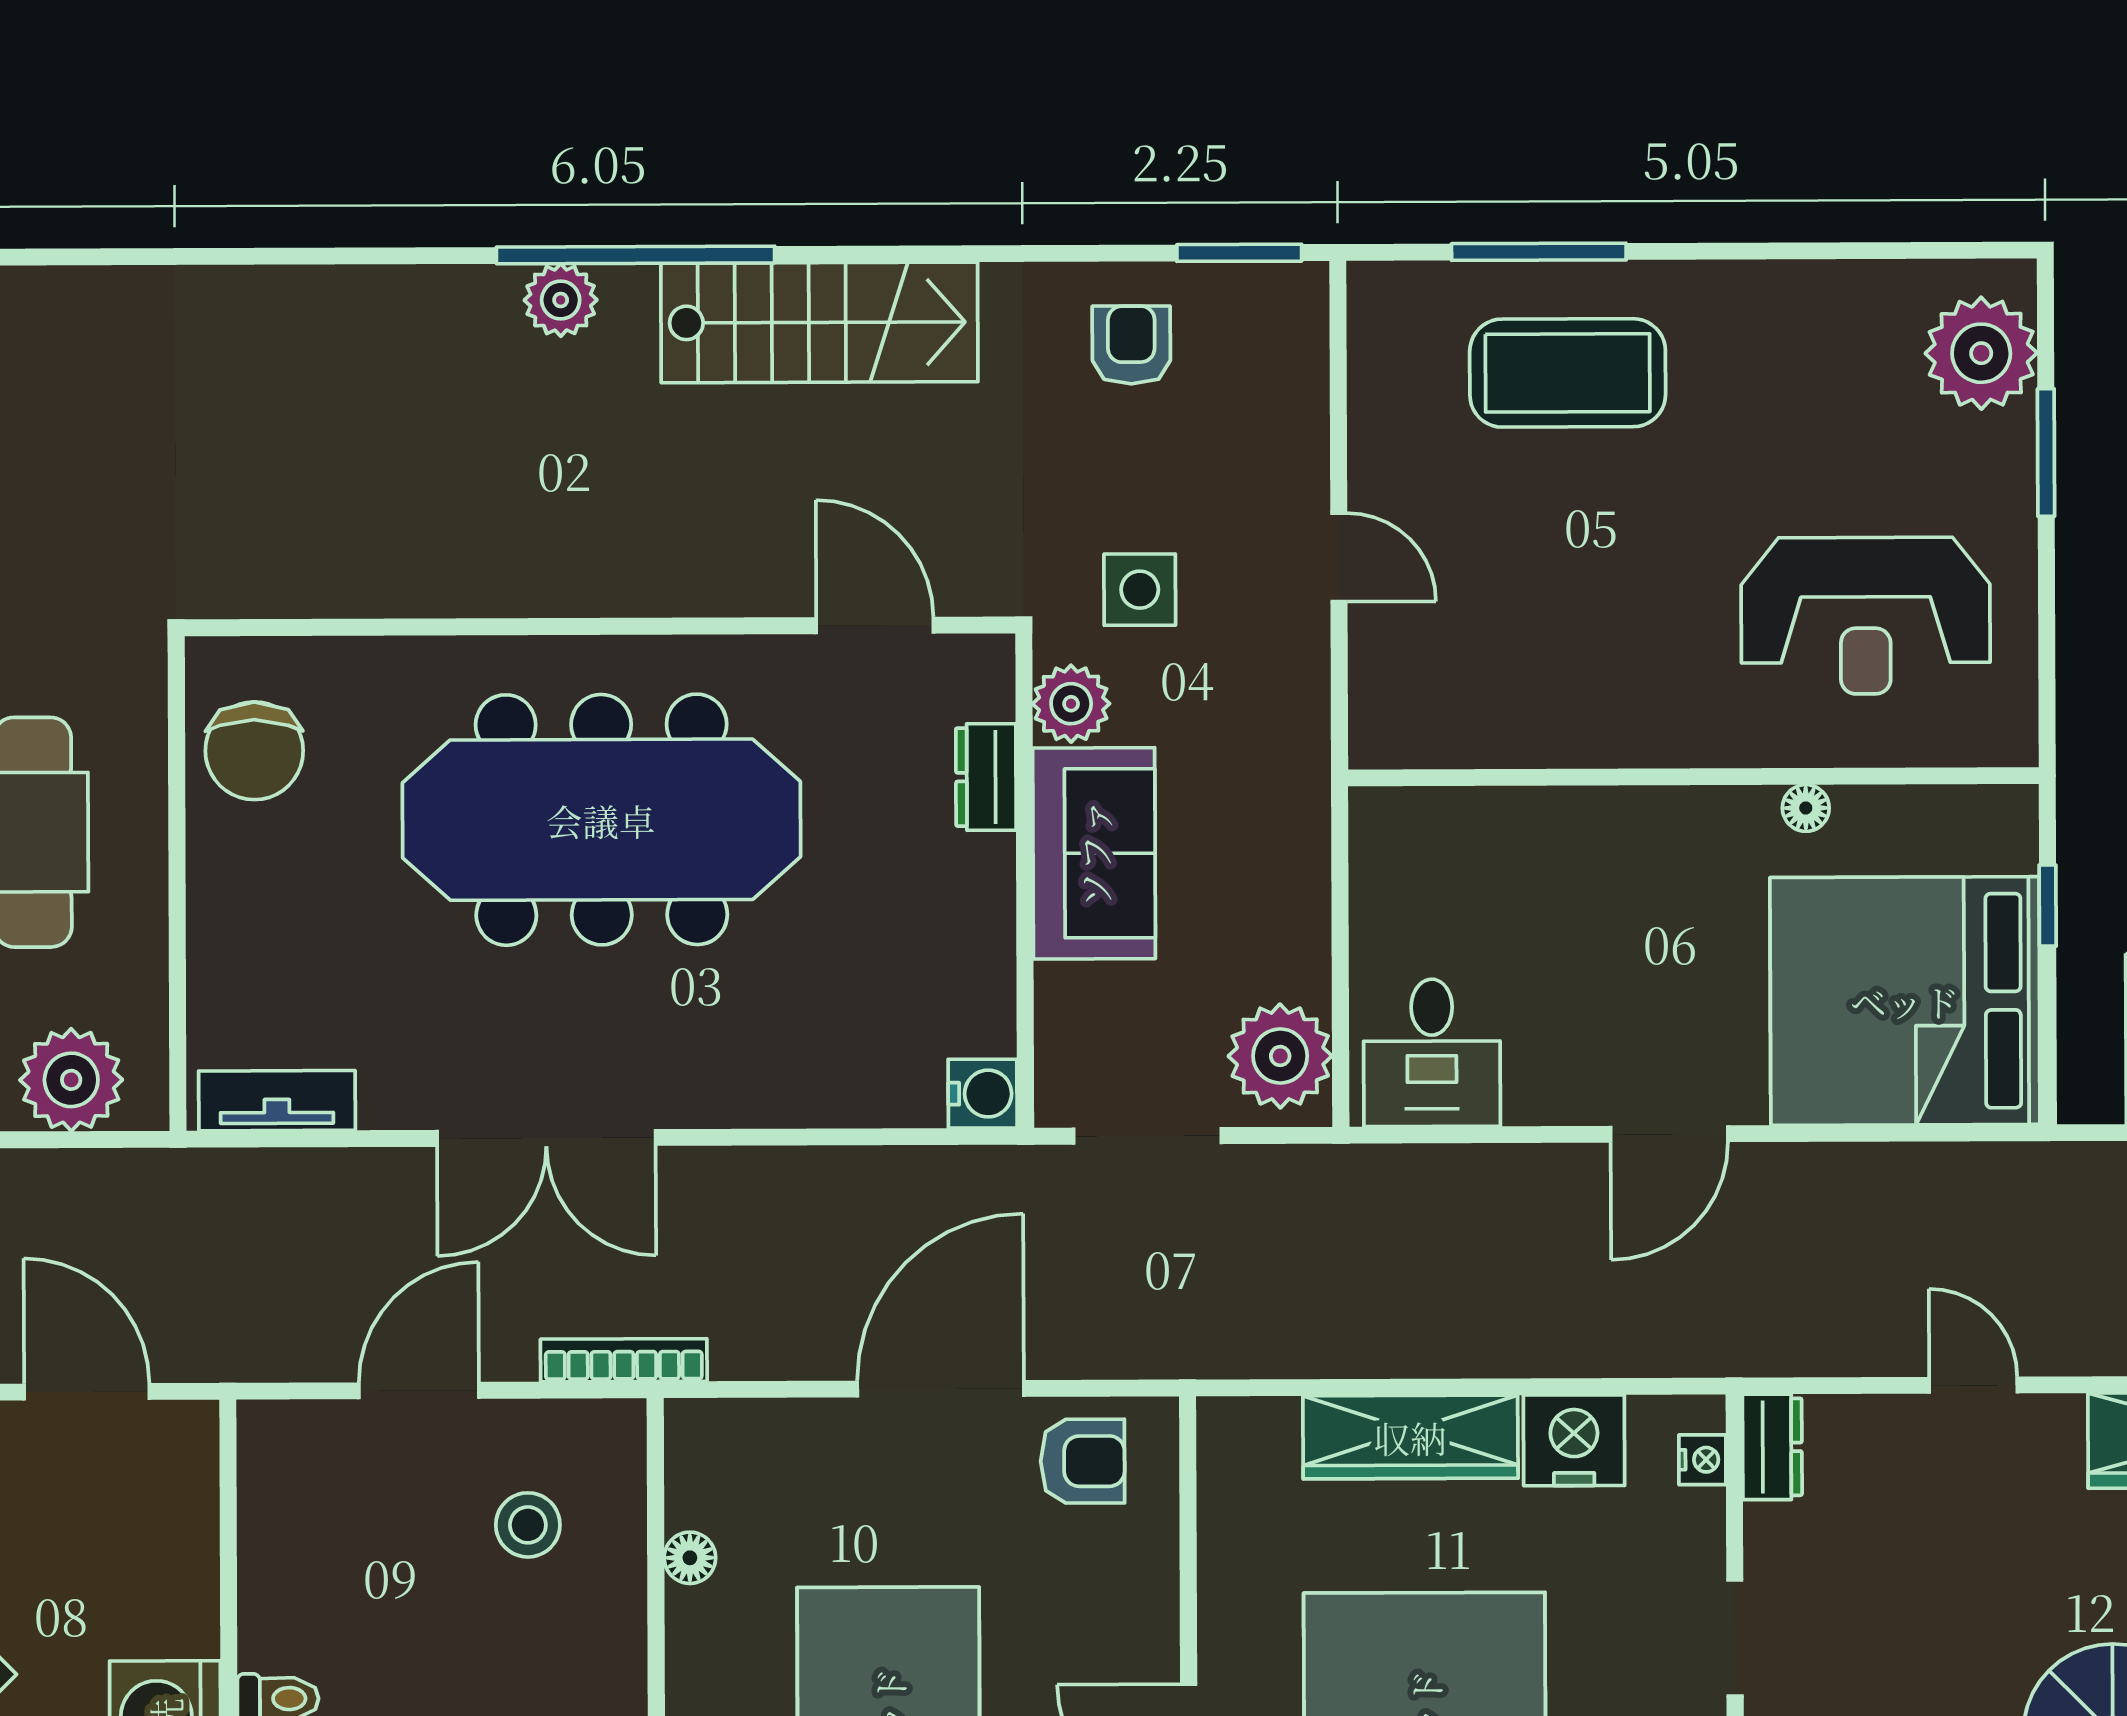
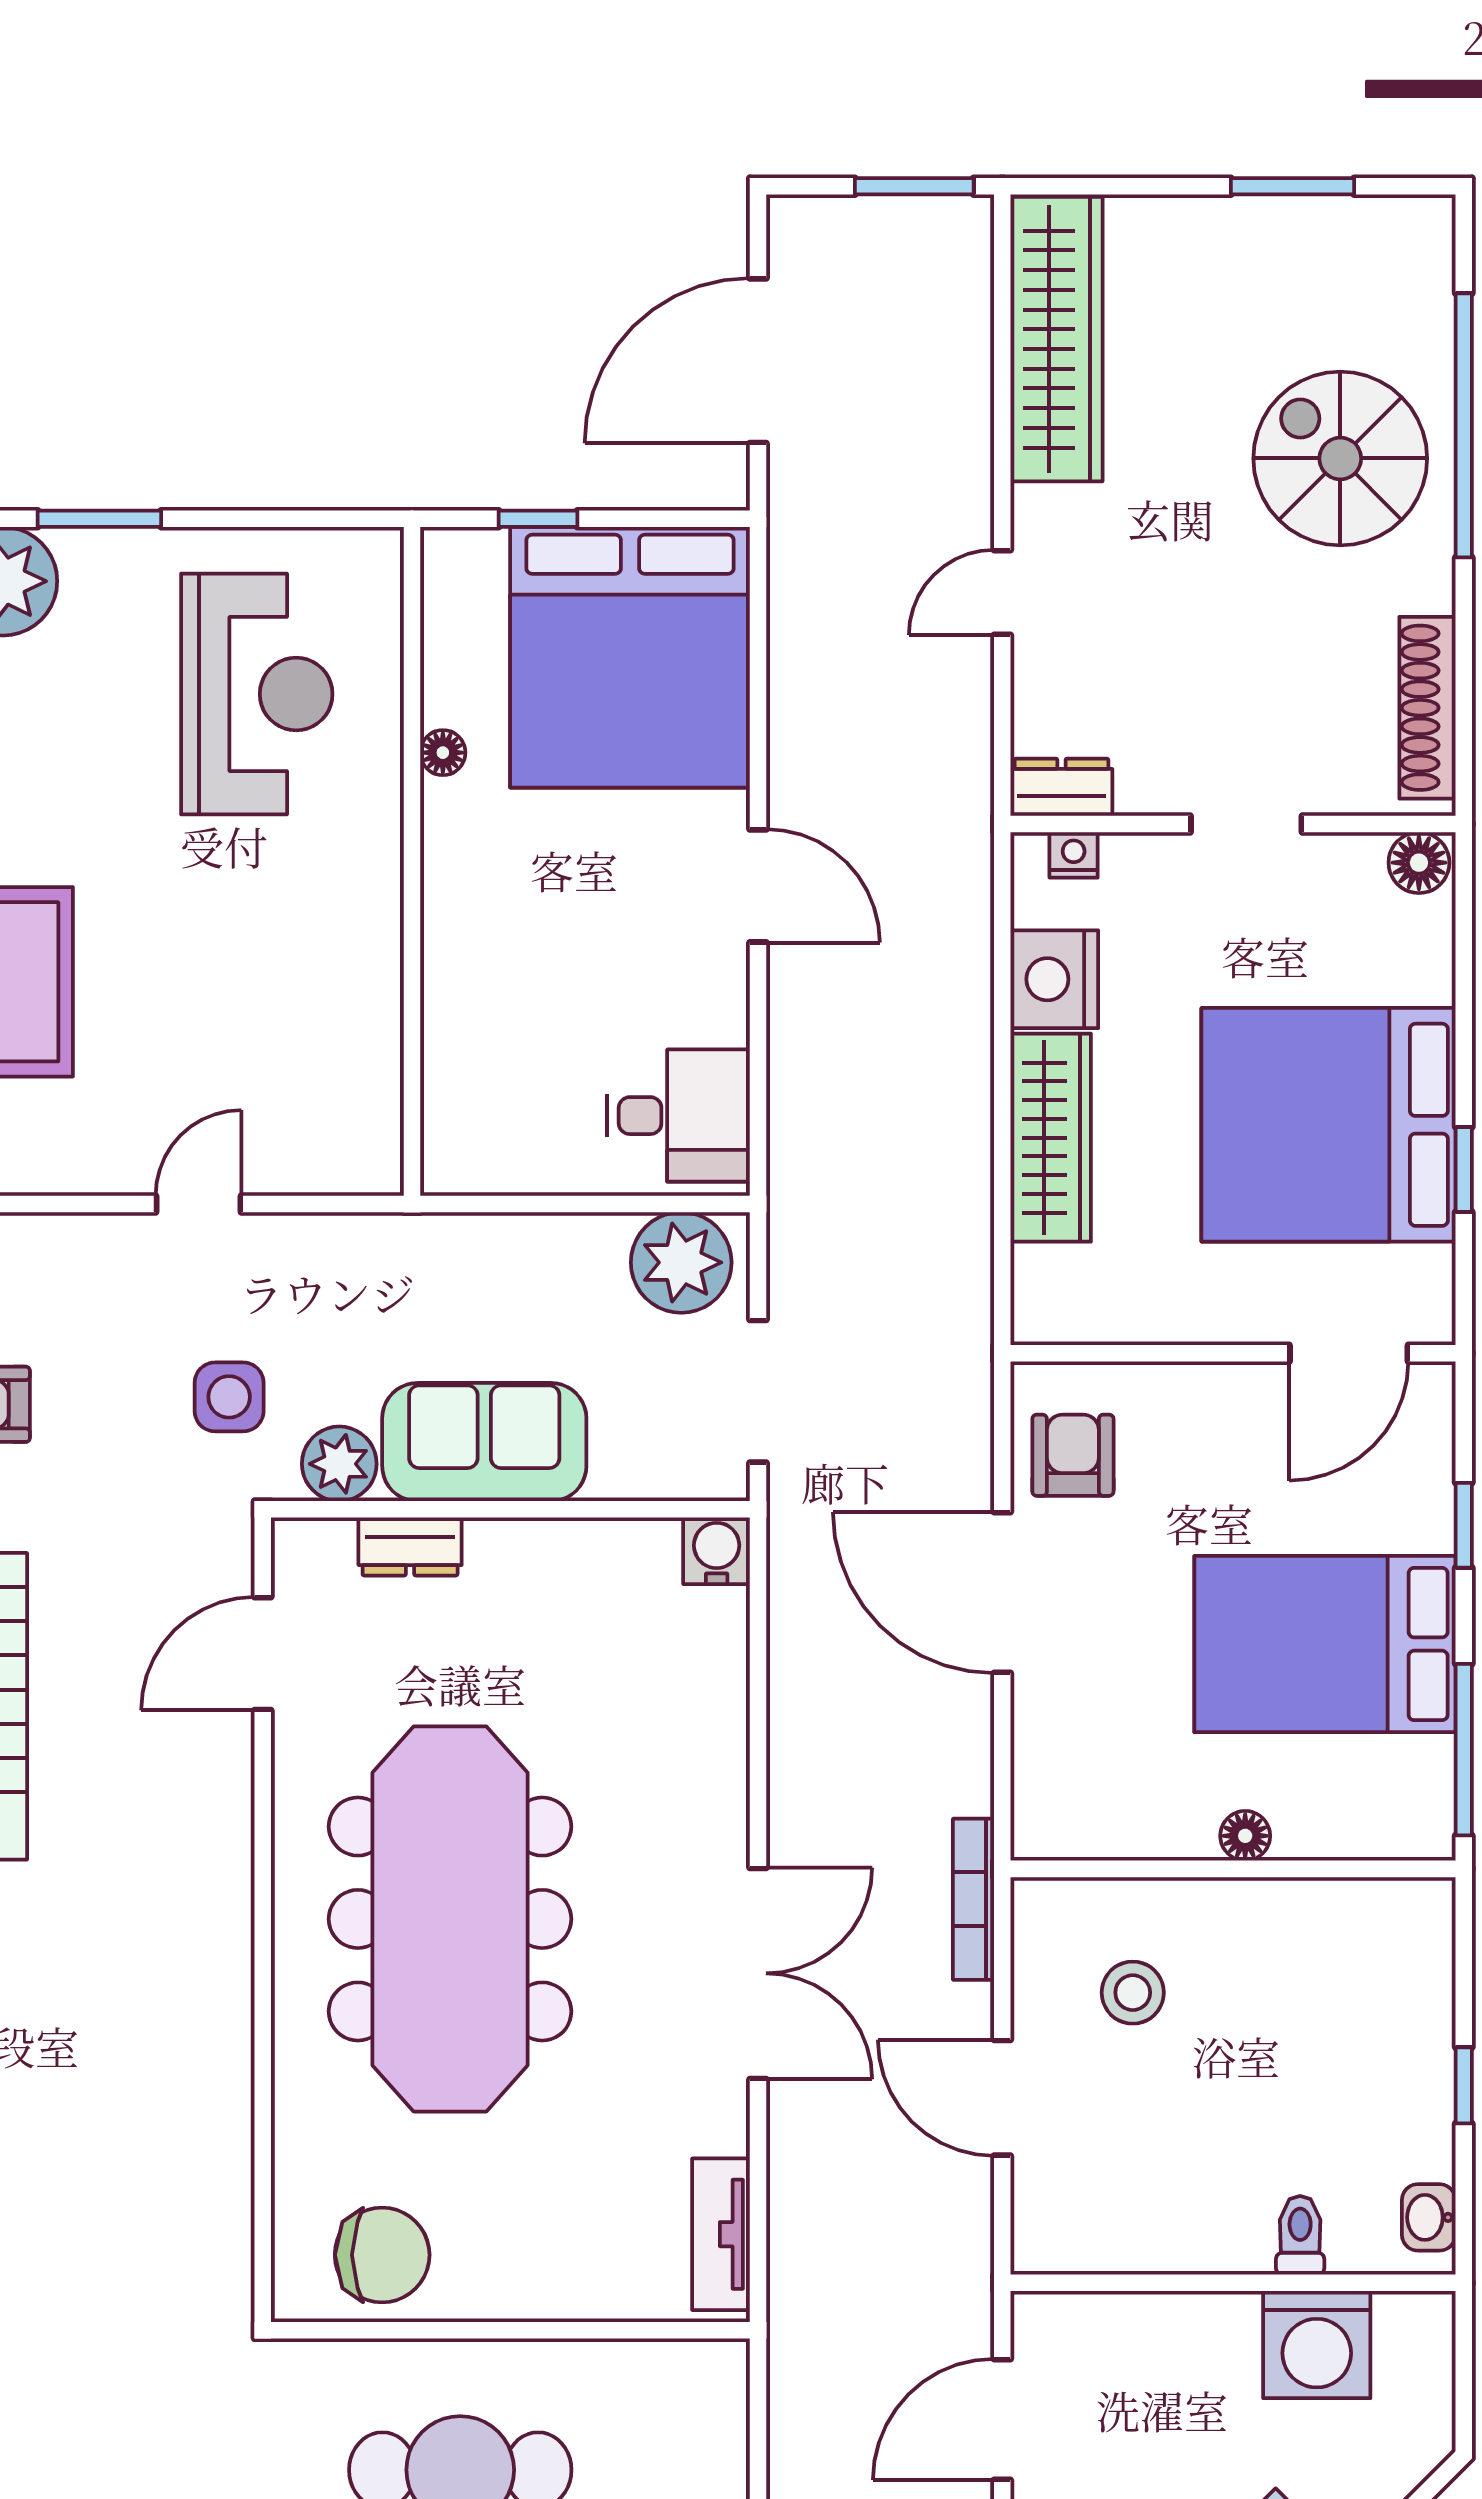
plant: (71, 1080) -> (700, 2433), removed
floor lamp: (690, 1558) -> (1245, 1836), moved

